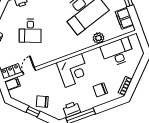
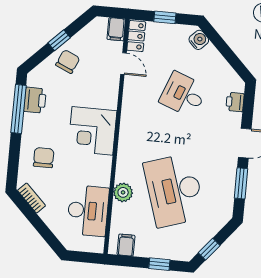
filing cabinet: (124, 18) -> (126, 245), width x0.50

